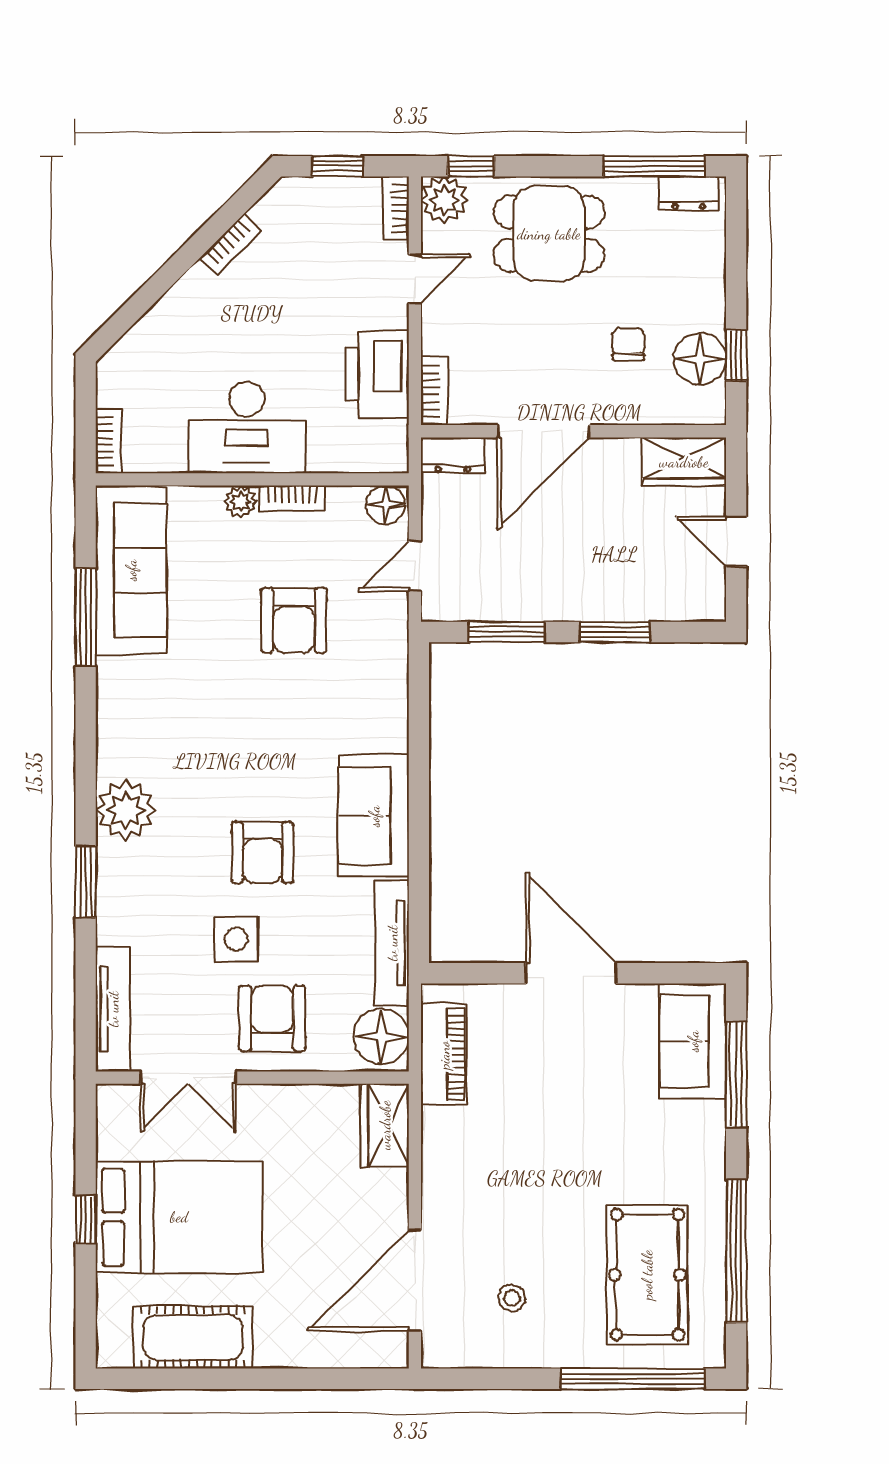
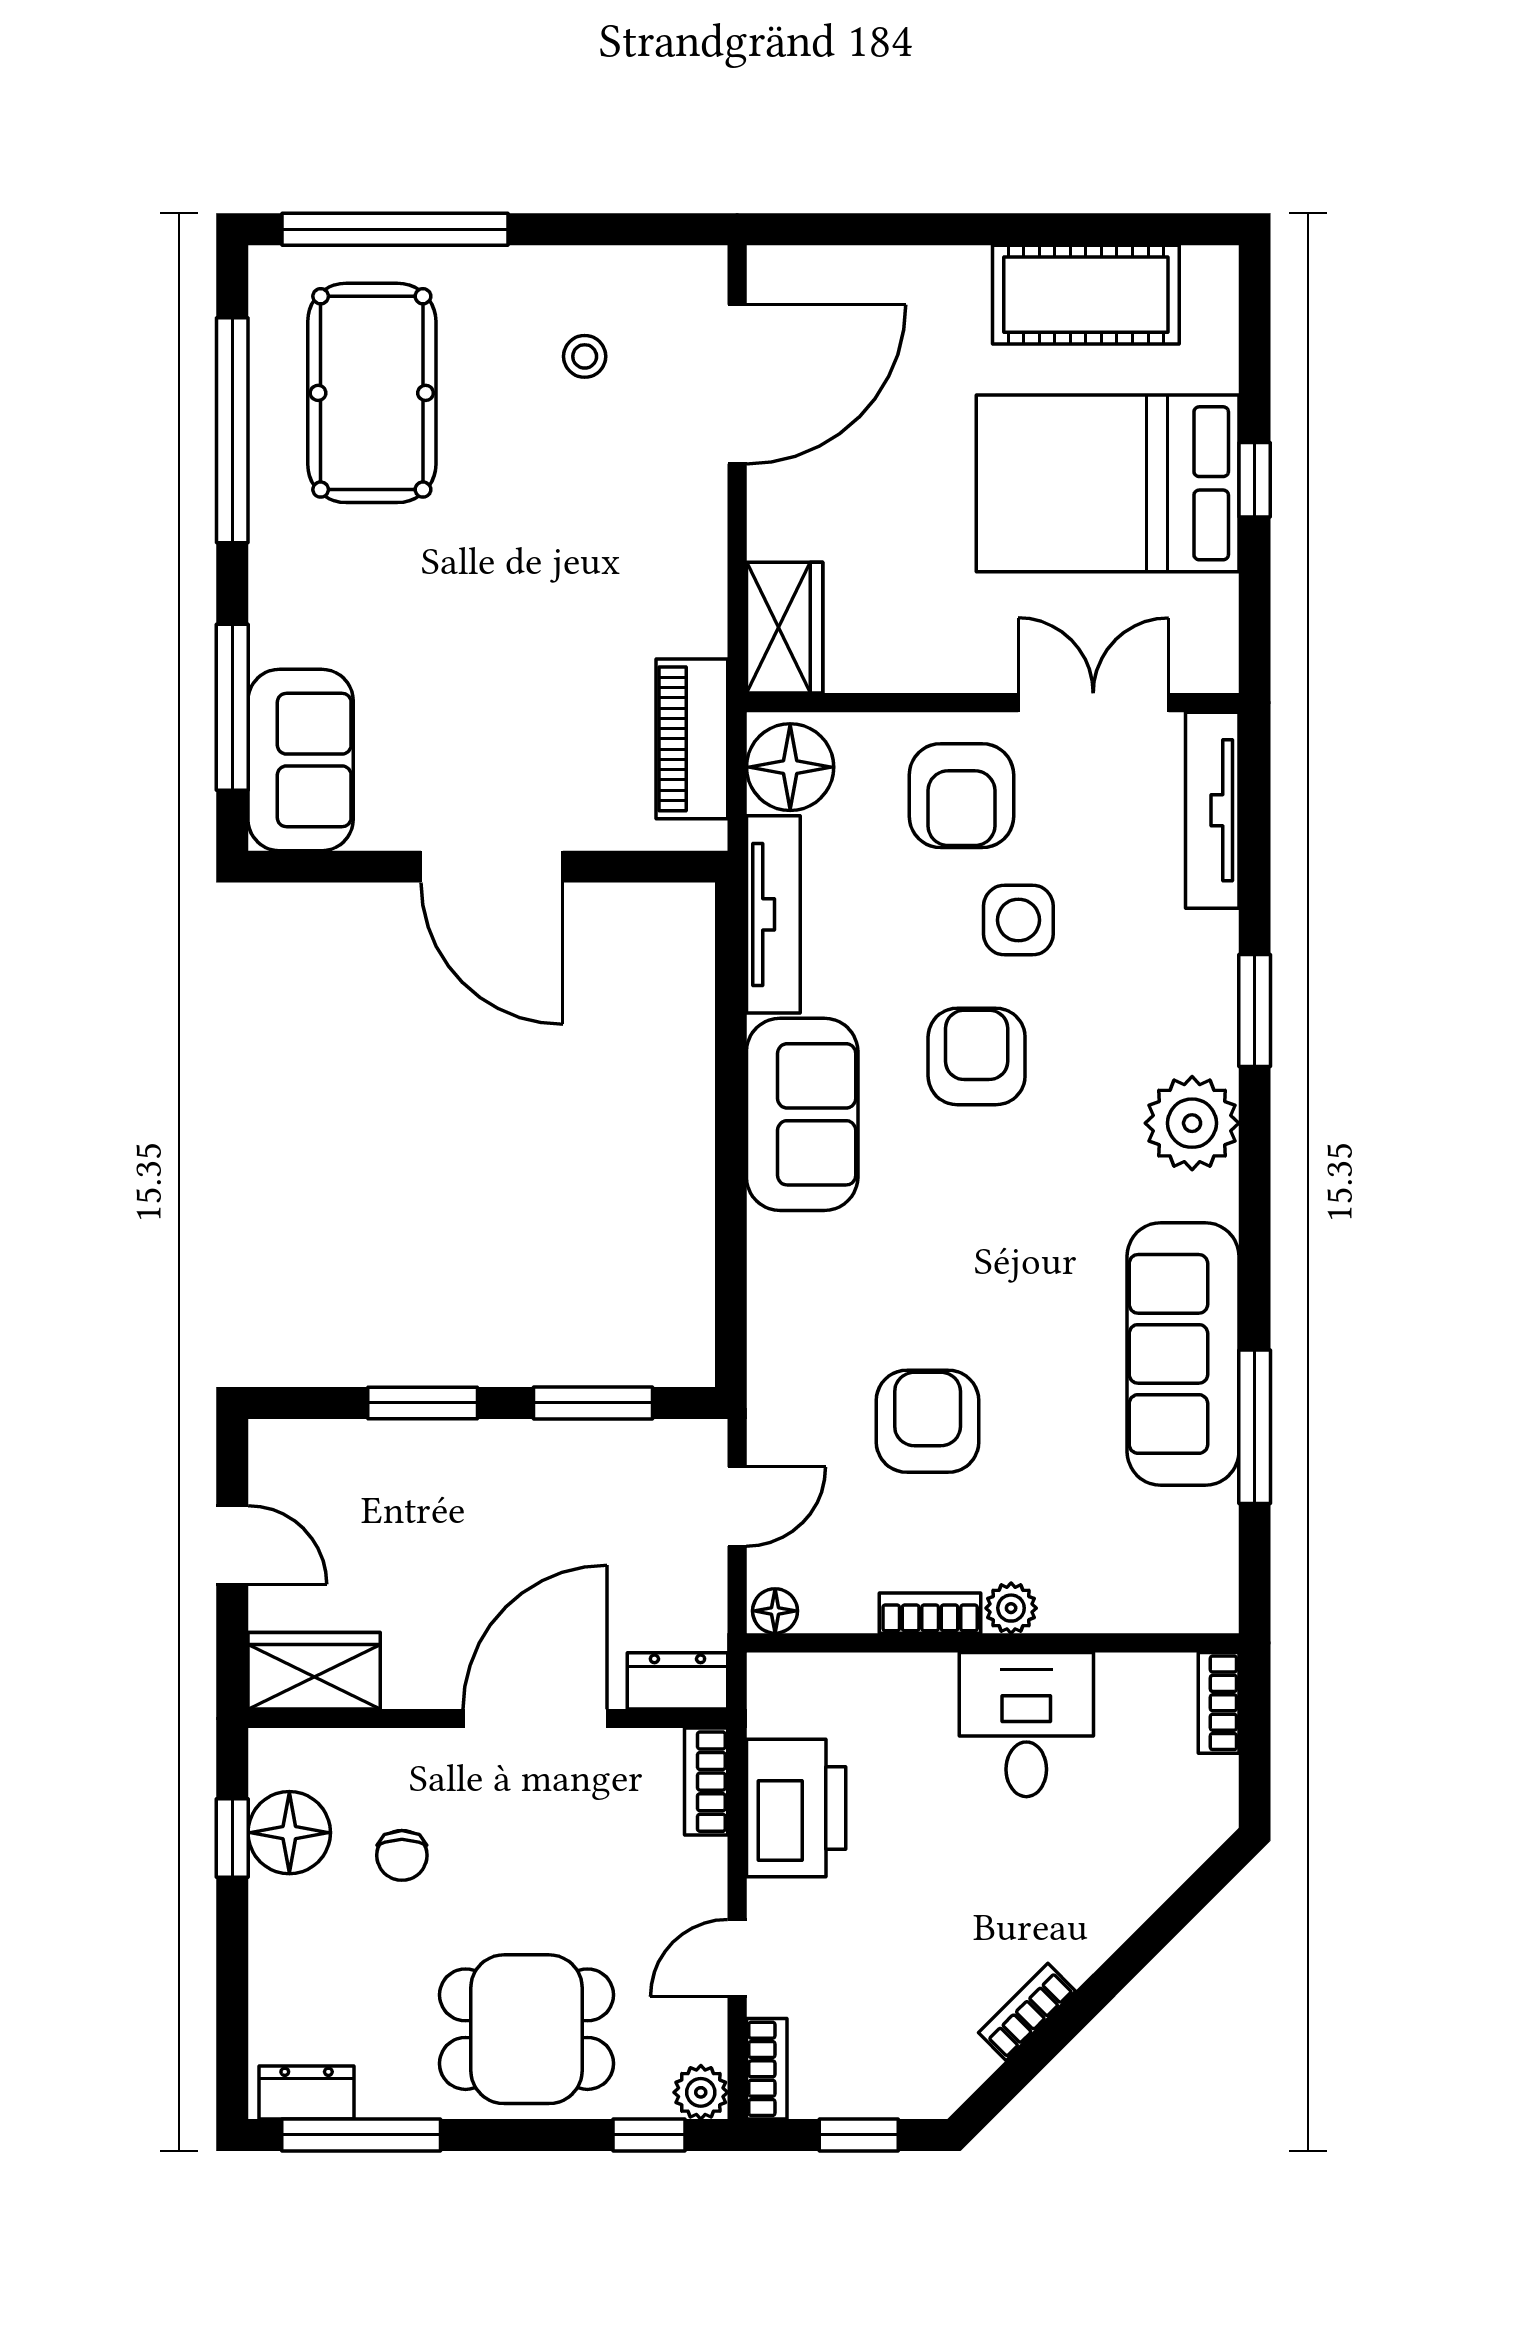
plant: (444, 200) -> (701, 2092), width x0.73, depth x0.73
desk: (247, 427) -> (1026, 1725), width x0.73
floor lamp: (386, 505) -> (775, 1611), width x0.73, depth x0.73
sofa: (131, 570) -> (1183, 1354), moved

